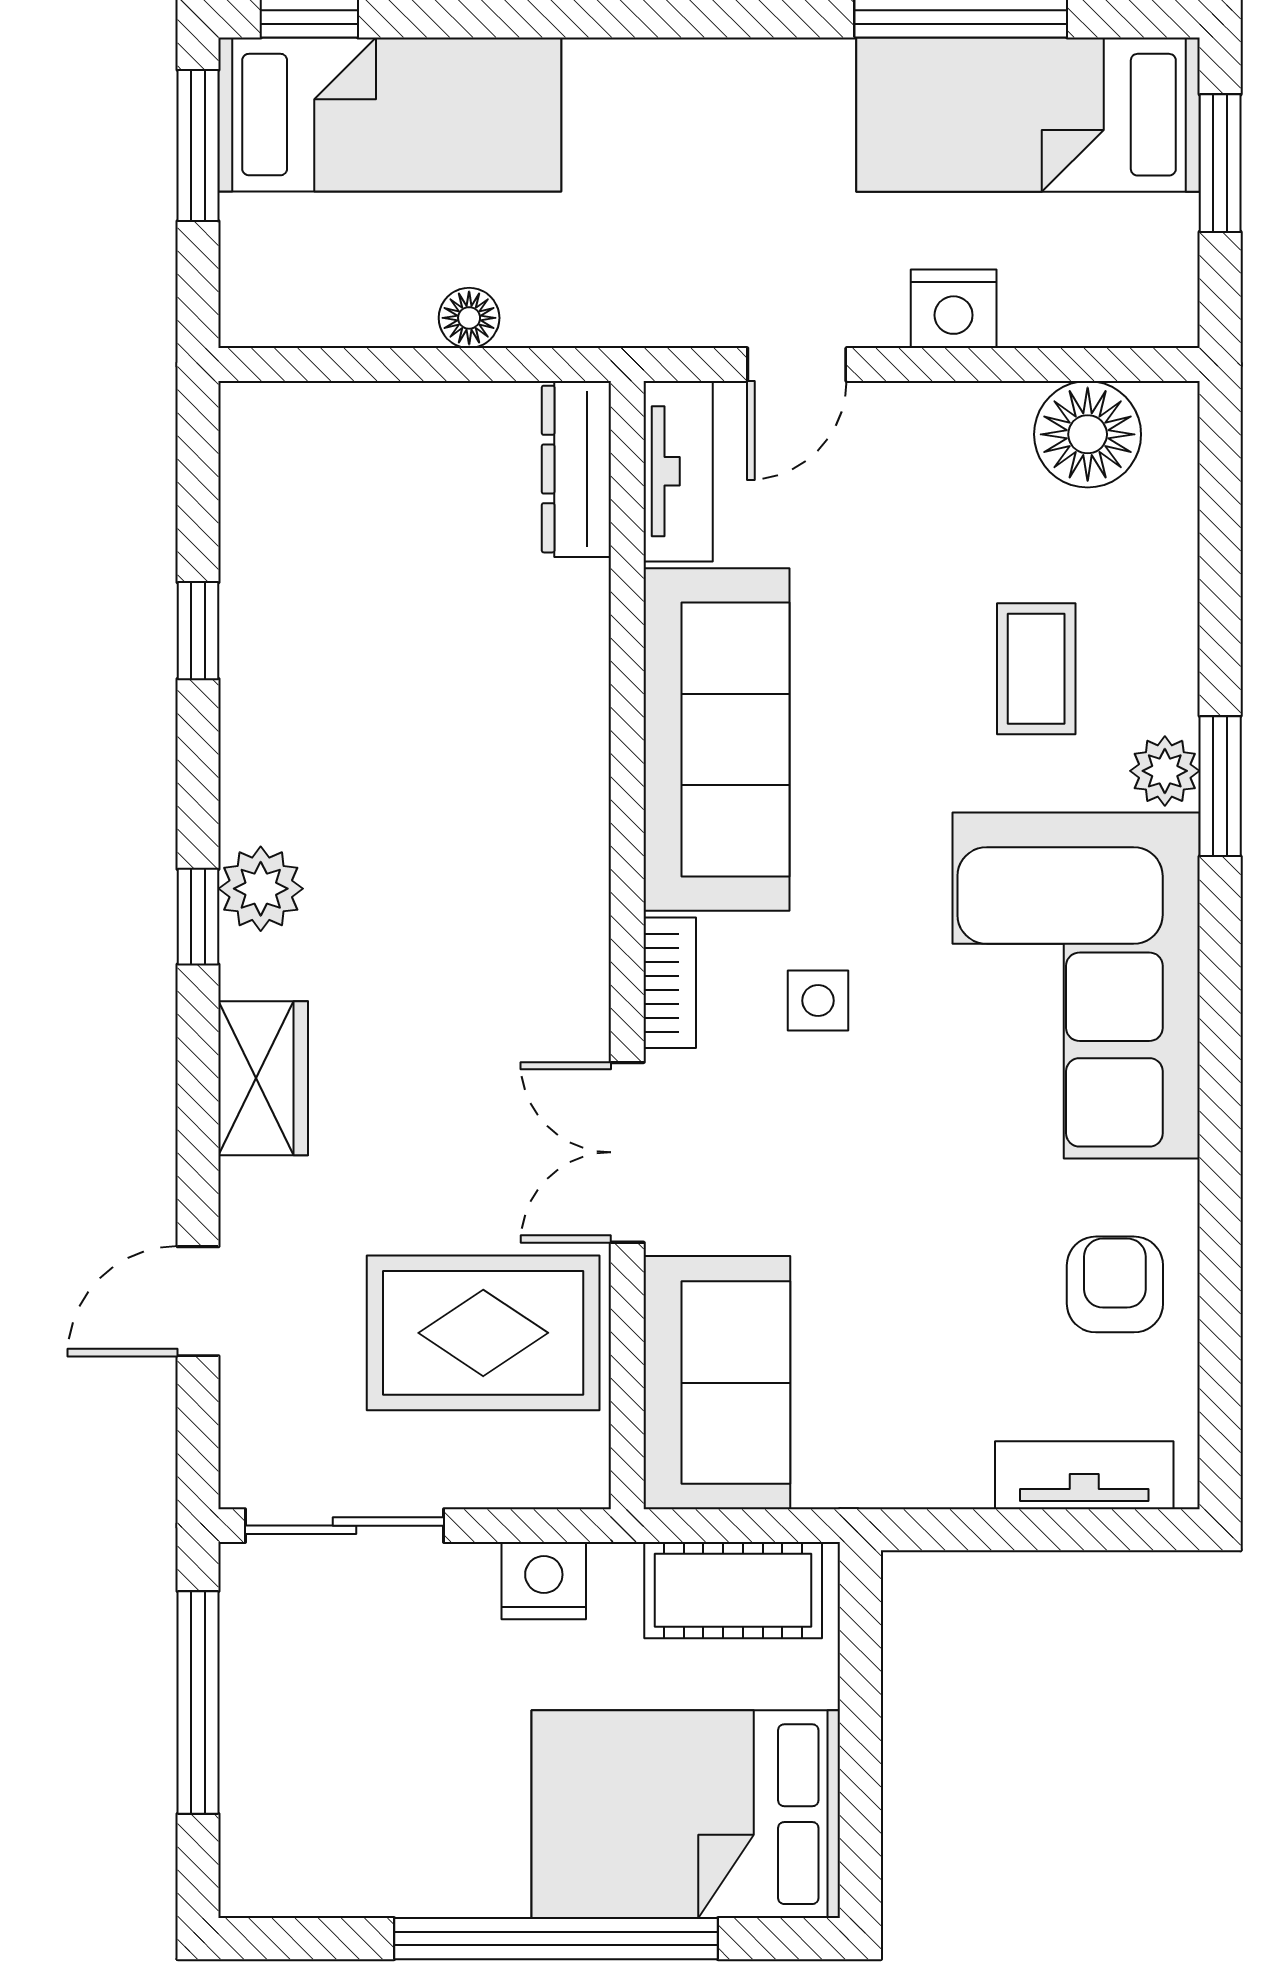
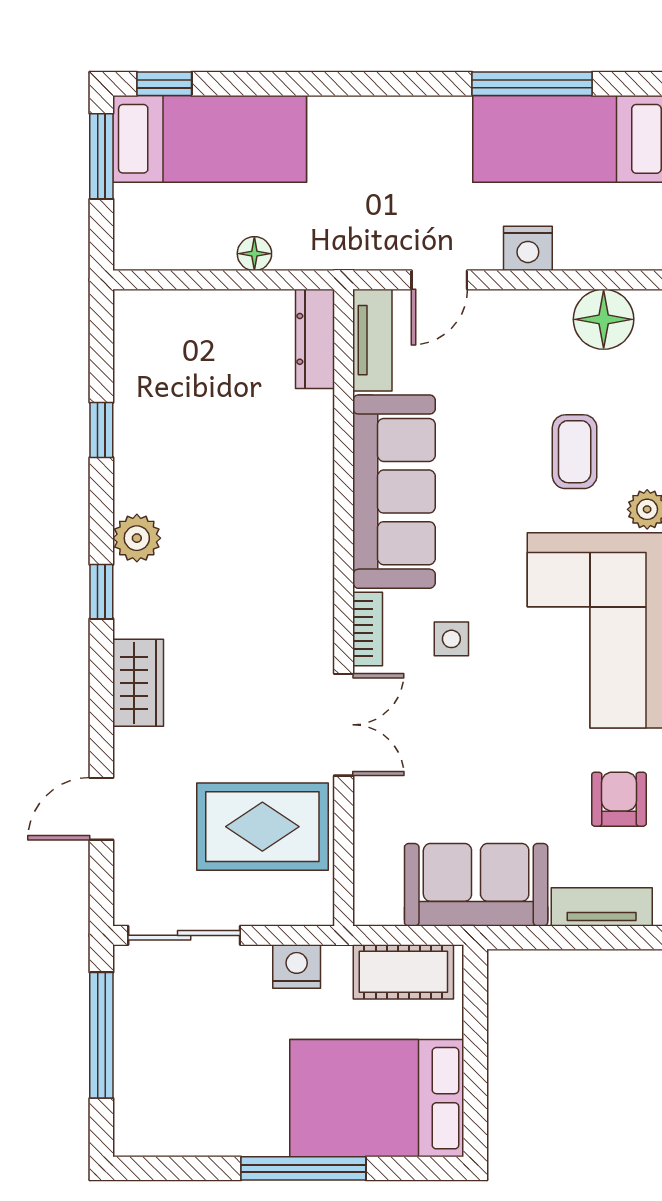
plant: (261, 889) -> (137, 538), moved
double door: (627, 1152) -> (344, 725), swing flipped
sofa: (717, 1383) -> (476, 885), moved, turned -90
window: (556, 1939) -> (303, 1168), width x0.68

